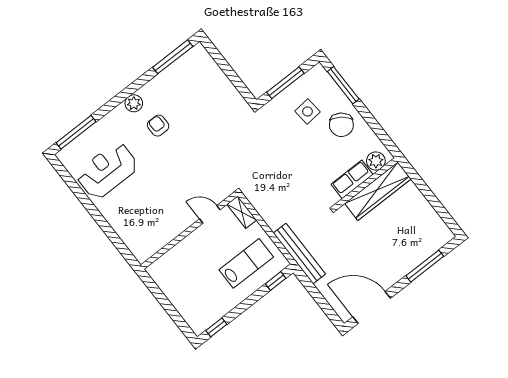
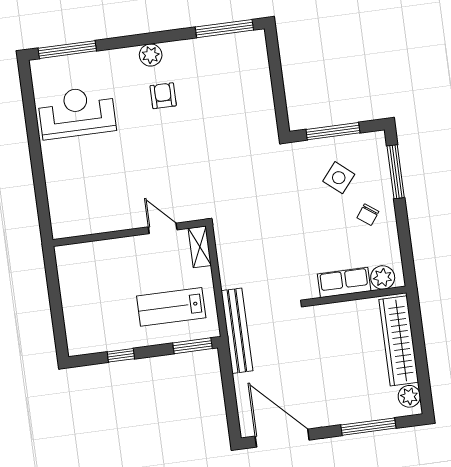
side table: (307, 112) -> (339, 178), turned 45
chair: (341, 125) -> (368, 215), width x0.54, depth x0.54
wardrobe: (378, 191) -> (399, 341), moved, turned 90
plant: (440, 230) -> (409, 396), added
lab bench: (246, 263) -> (171, 307), turned 180
window: (276, 281) -> (192, 346), width x1.50
window: (216, 327) -> (121, 355), moved

